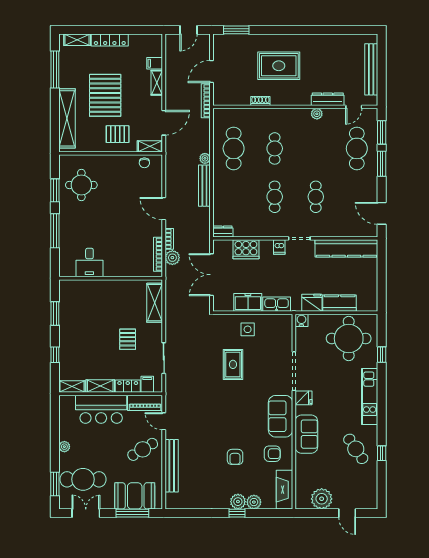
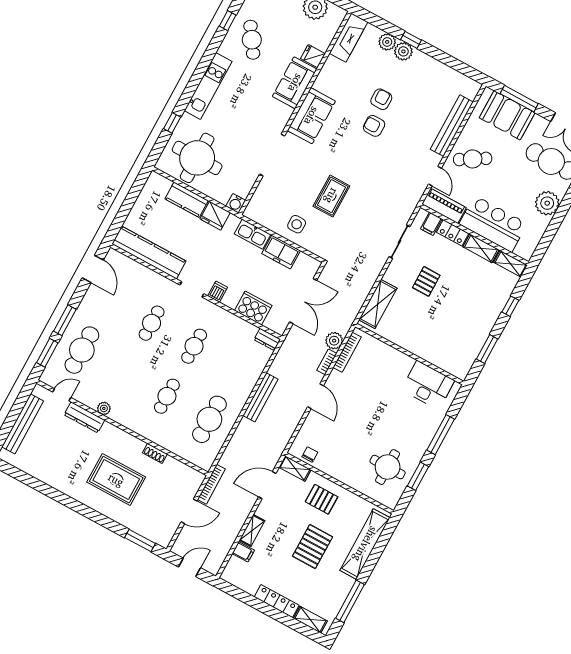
pallet: (105, 95) -> (313, 547), width x0.73, depth x0.71
plant: (205, 158) -> (245, 425), removed
desk: (89, 262) -> (428, 385), width x1.37
fridge: (303, 398) -> (313, 56), moved
plant: (64, 447) -> (547, 203), width x1.87, depth x1.87
armchair: (272, 454) -> (374, 126), moved

